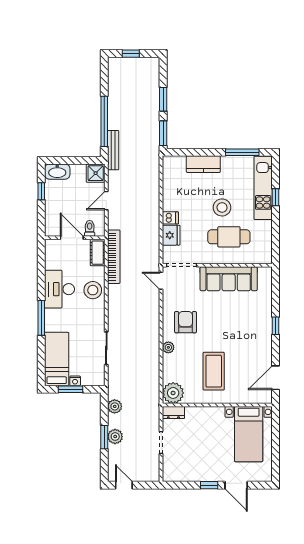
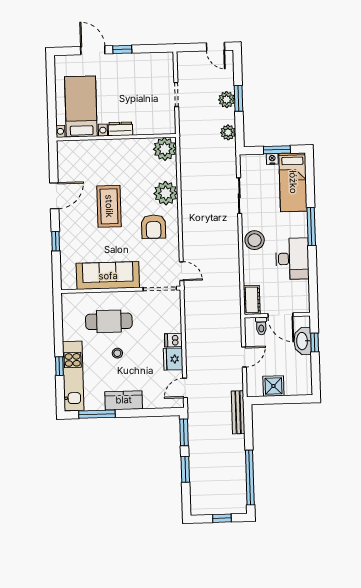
window: (104, 121) -> (250, 478), moved
kitchen counter: (203, 164) -> (124, 400), moved
washbasin: (57, 172) -> (303, 341), moved, turned -90
shower: (96, 173) -> (273, 386), moved
door: (161, 174) -> (185, 388), added
window: (41, 191) -> (315, 343), moved
stool: (222, 207) -> (117, 353), width x0.53, depth x0.53
fridge: (171, 235) -> (173, 359), moved
bookcase: (114, 257) -> (234, 296), removed
stool: (93, 290) -> (255, 240), moved
window: (275, 326) -> (56, 241), moved
plant: (168, 347) -> (166, 193), width x1.87, depth x1.87
coffee table: (214, 371) -> (109, 206), moved
door: (275, 378) -> (54, 196), moved
dresser: (173, 413) -> (120, 129), moved

